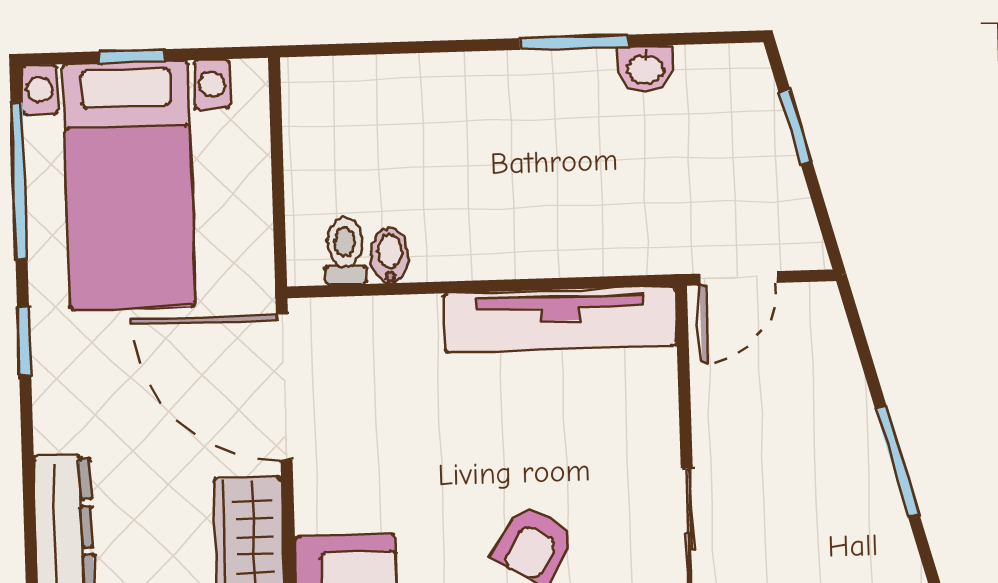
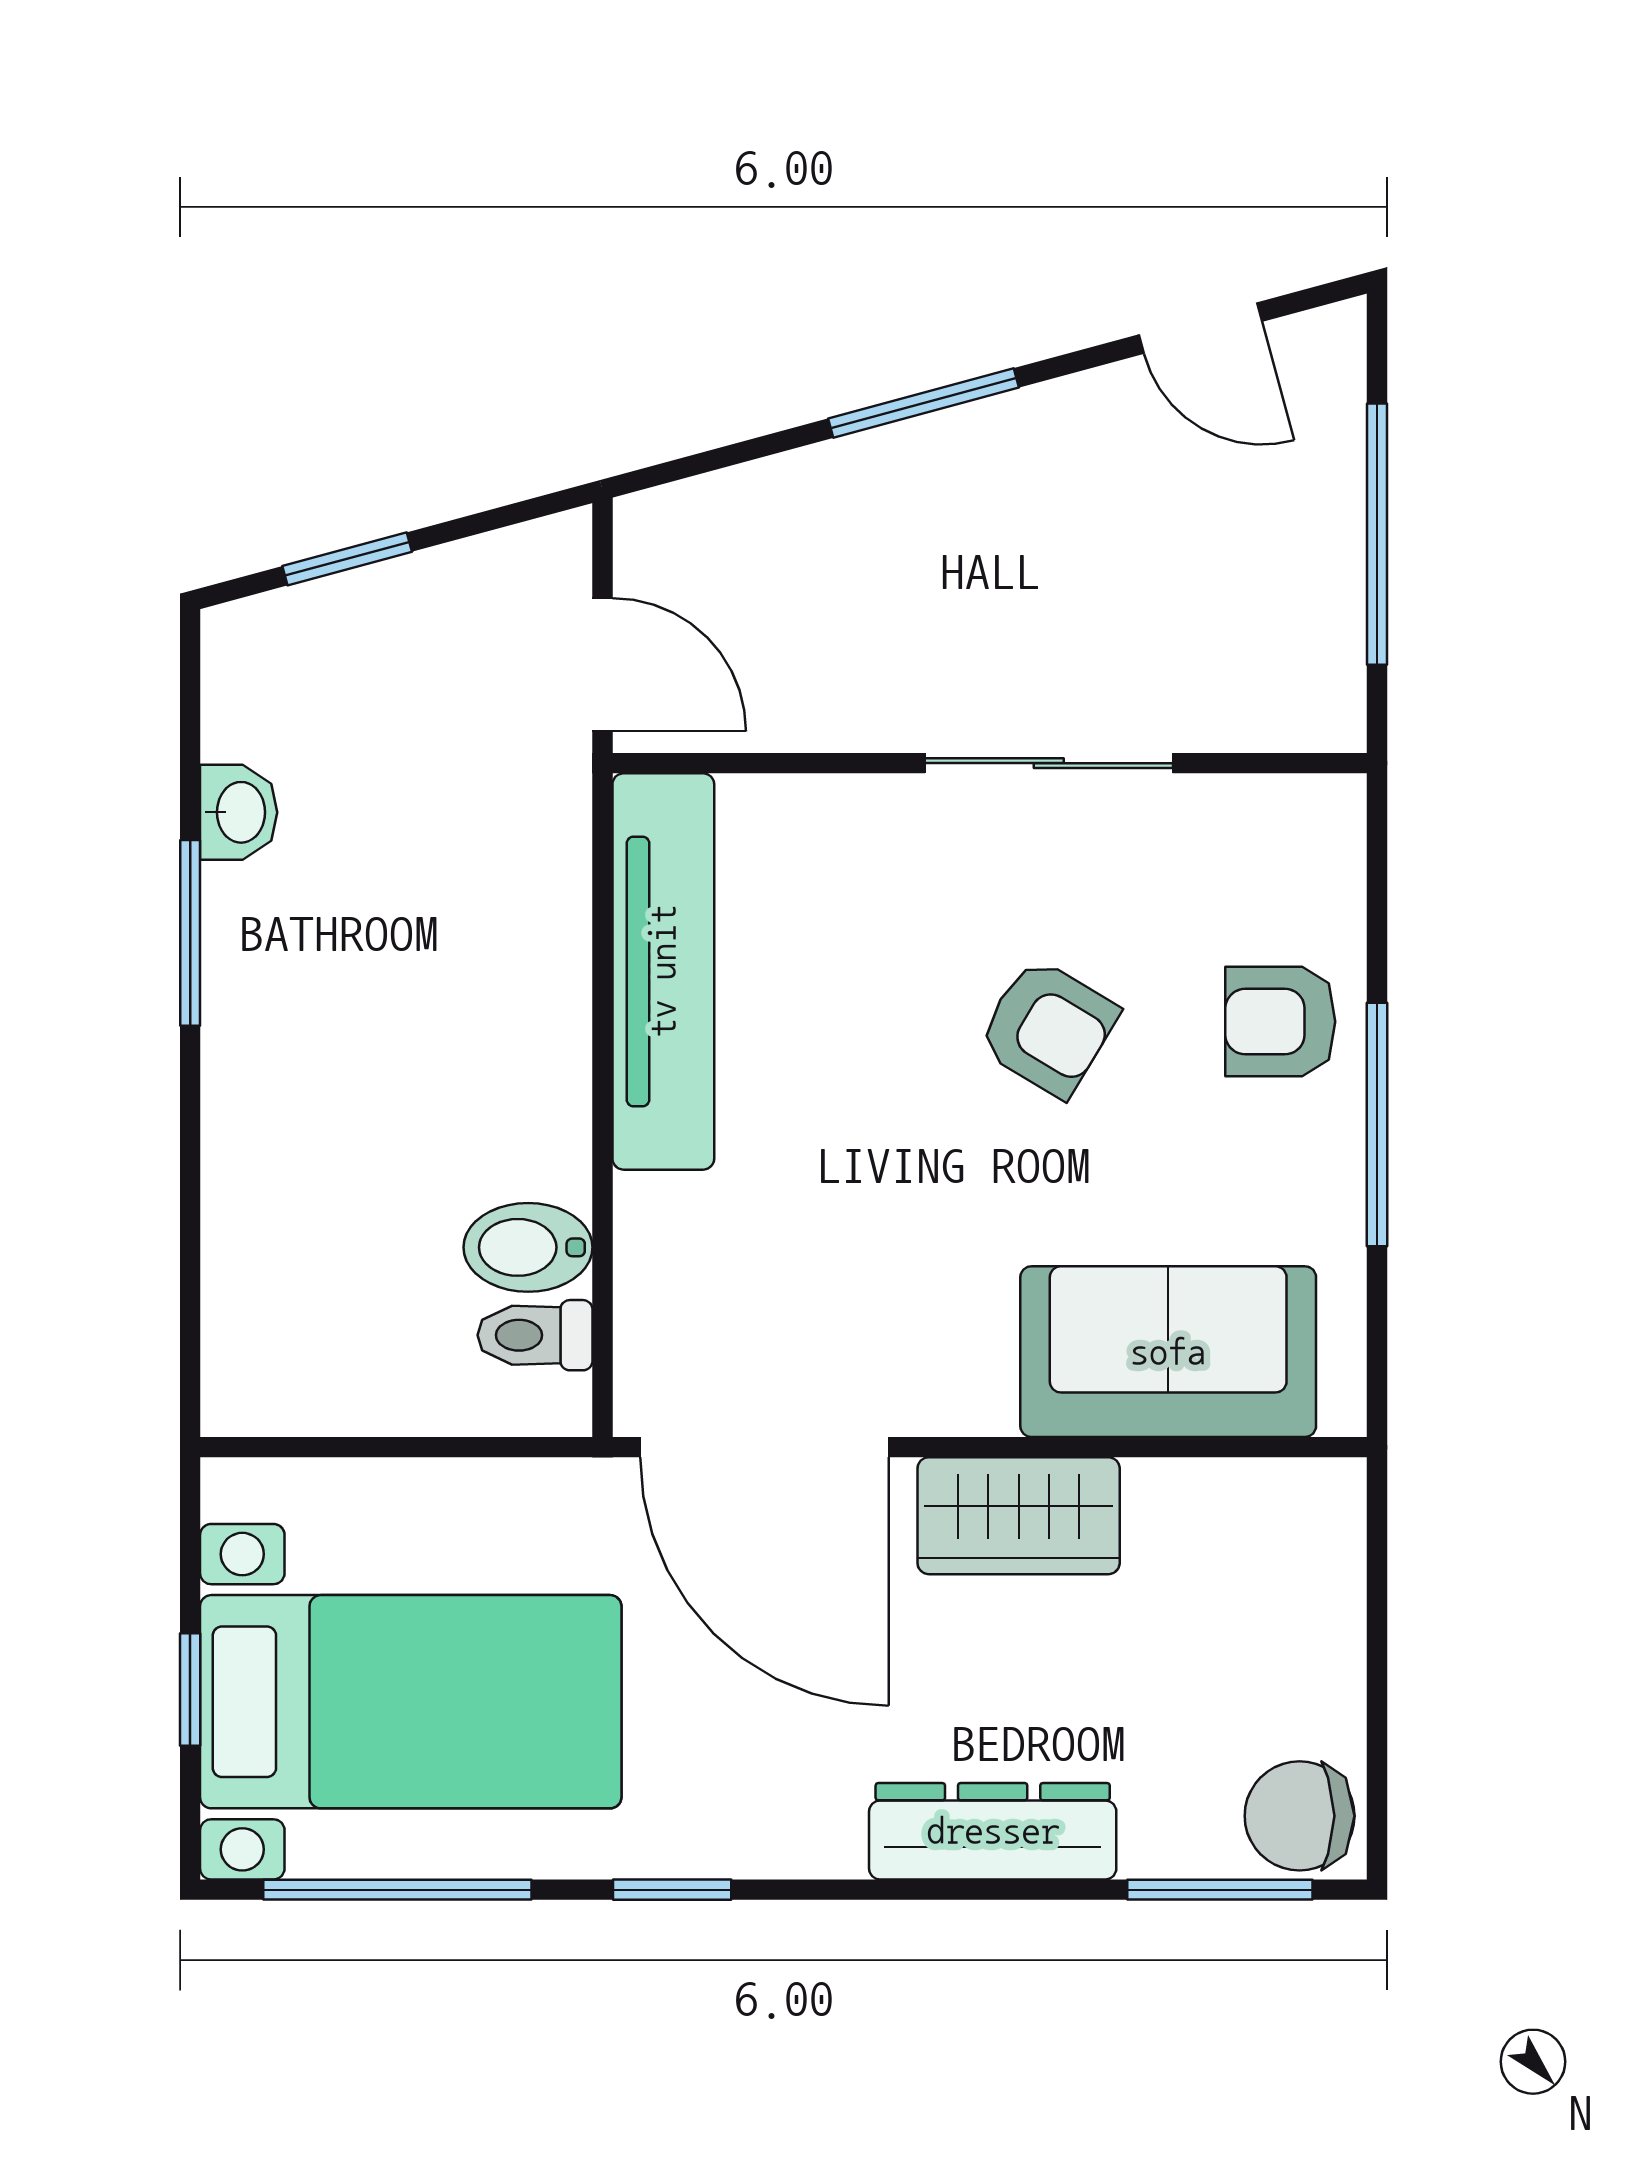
bidet: (390, 256) -> (528, 1247), width x1.38, depth x1.36
door: (284, 387) -> (764, 1447), hinge flipped

